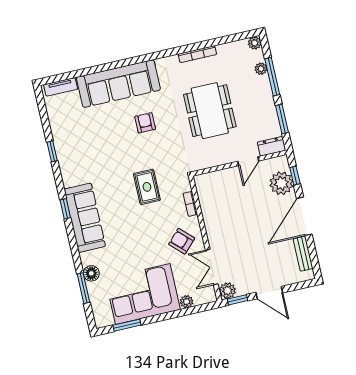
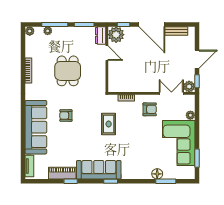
dining table: (210, 111) -> (68, 71), width x0.73
piano: (61, 136) -> (62, 173), added
plant: (281, 183) -> (116, 35), moved
rug: (147, 187) -> (109, 124), turned 90
sofa: (85, 218) -> (99, 170), moved
armchair: (182, 241) -> (150, 109), turned -134
double door: (212, 267) -> (171, 93), swing flipped

